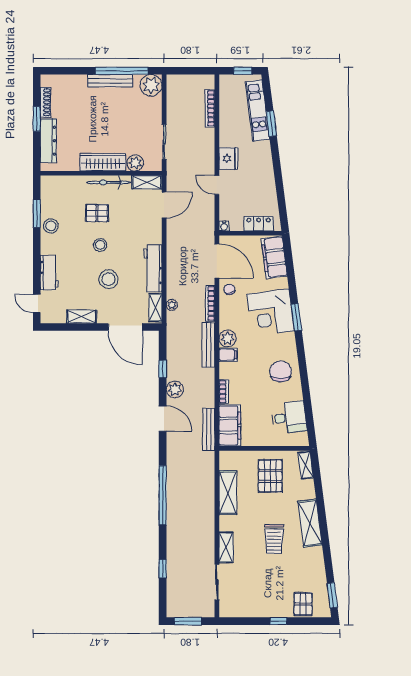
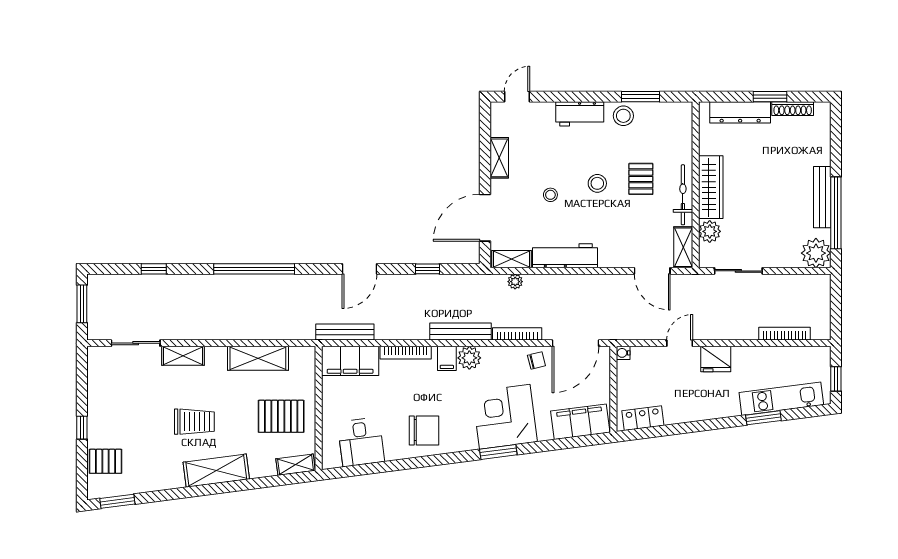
locker: (259, 224) -> (643, 418), moved, turned -97
workbench: (49, 273) -> (580, 114), moved
stool: (109, 279) -> (550, 195), width x0.53, depth x0.53
plant: (175, 389) -> (399, 286), removed
bookcase: (224, 392) -> (406, 353), width x1.56
trolley: (274, 539) -> (194, 422), turned 180

